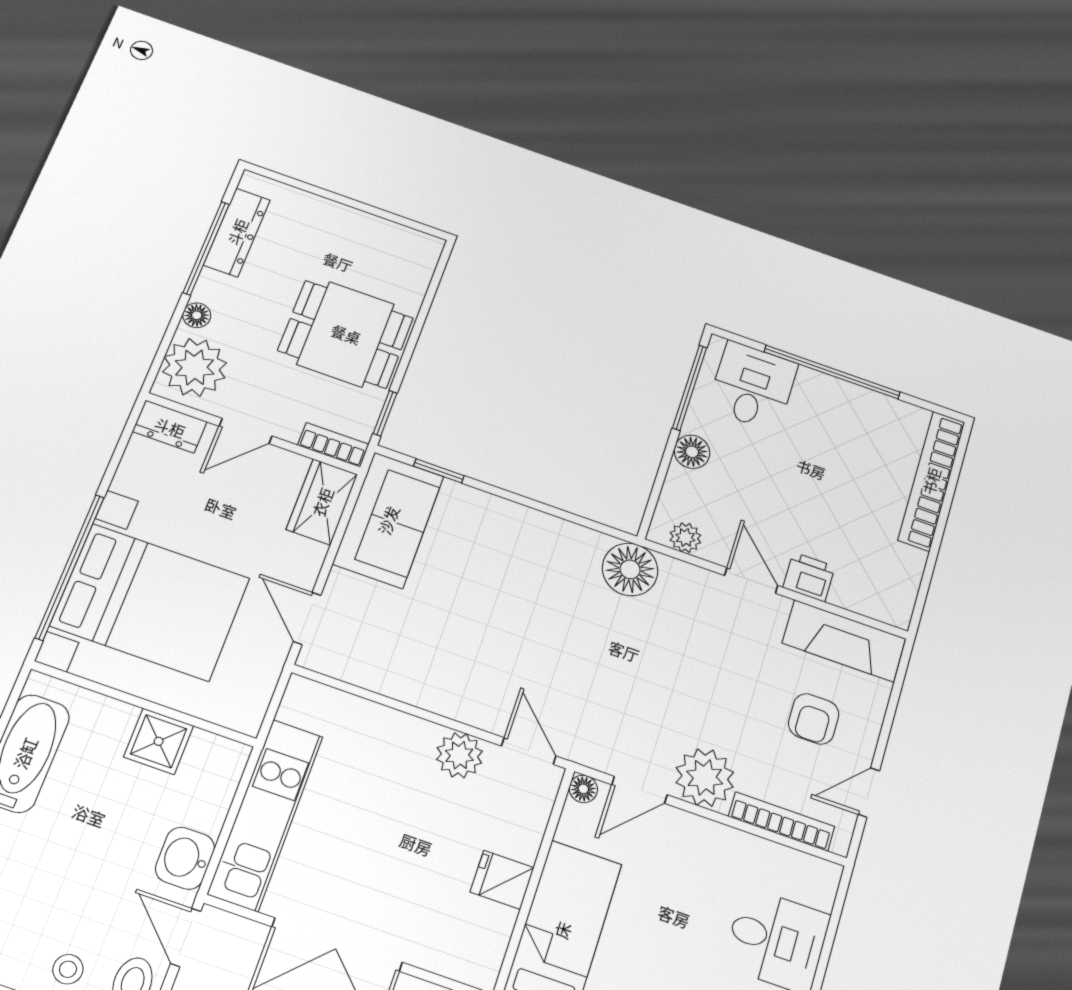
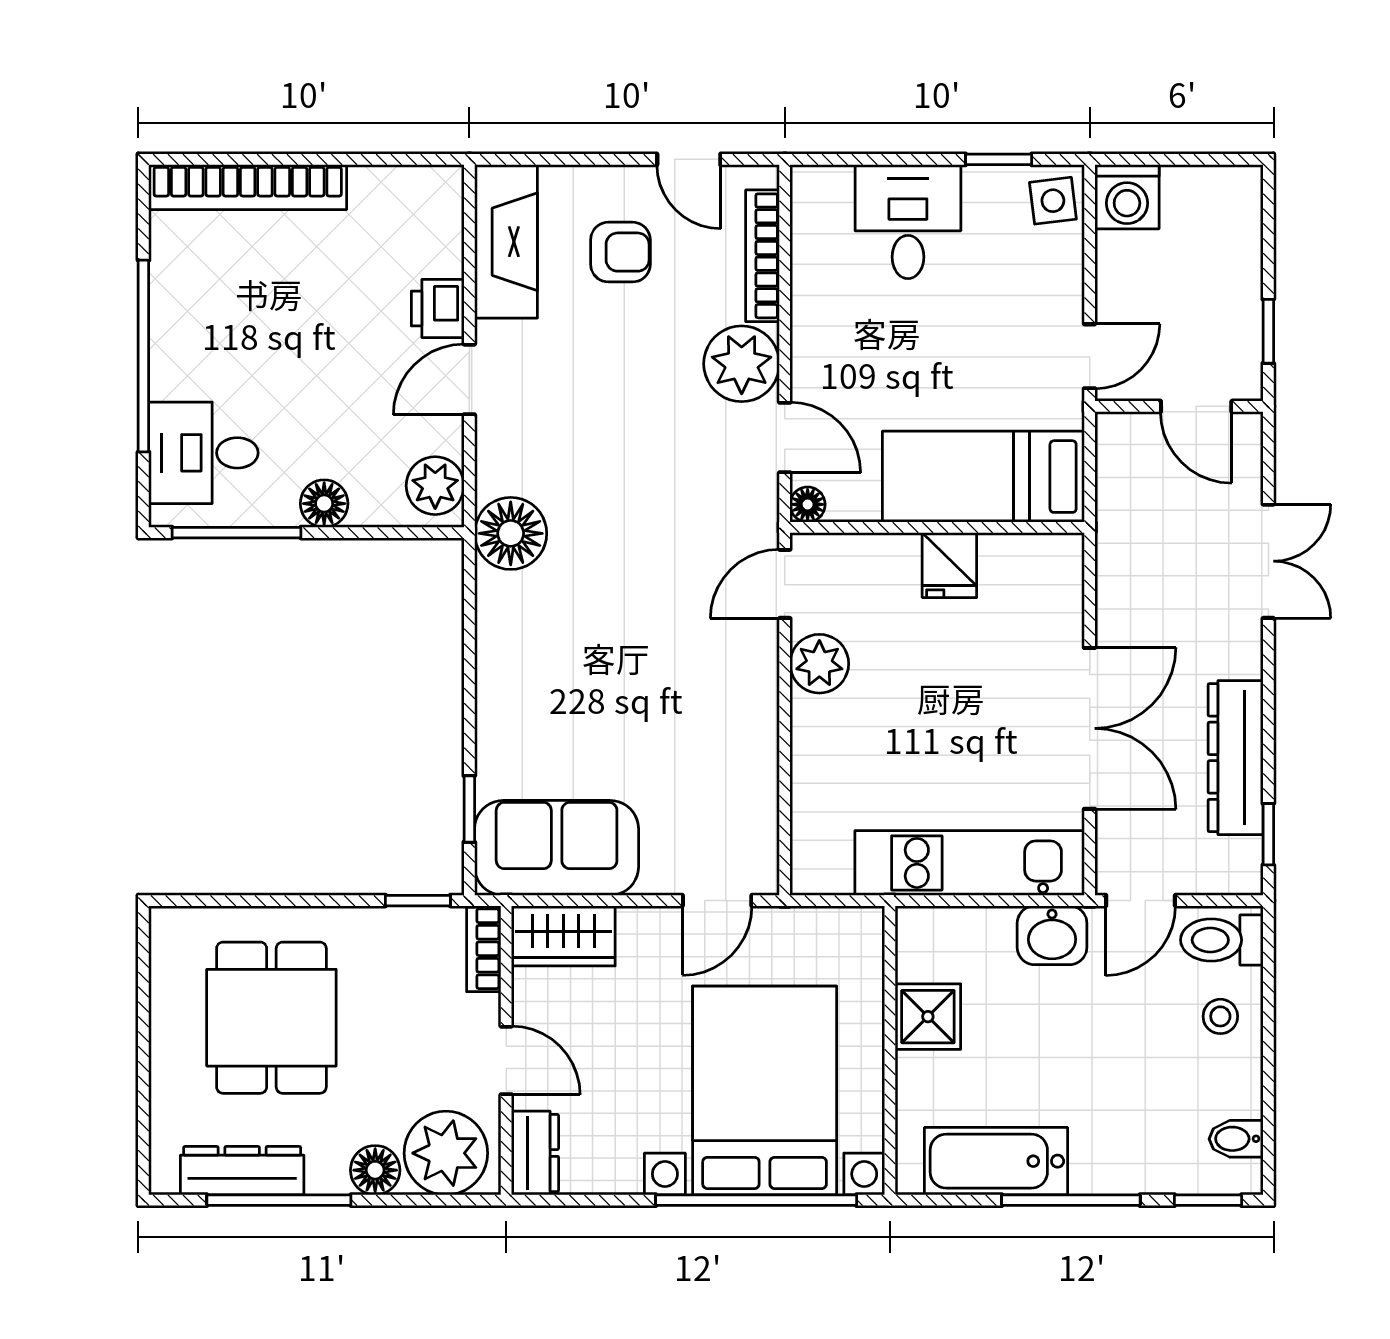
floor lamp: (197, 315) -> (375, 1170), width x1.37, depth x1.37
dining table: (346, 334) -> (271, 1018), moved
plant: (685, 538) -> (435, 486), width x1.38, depth x1.38

